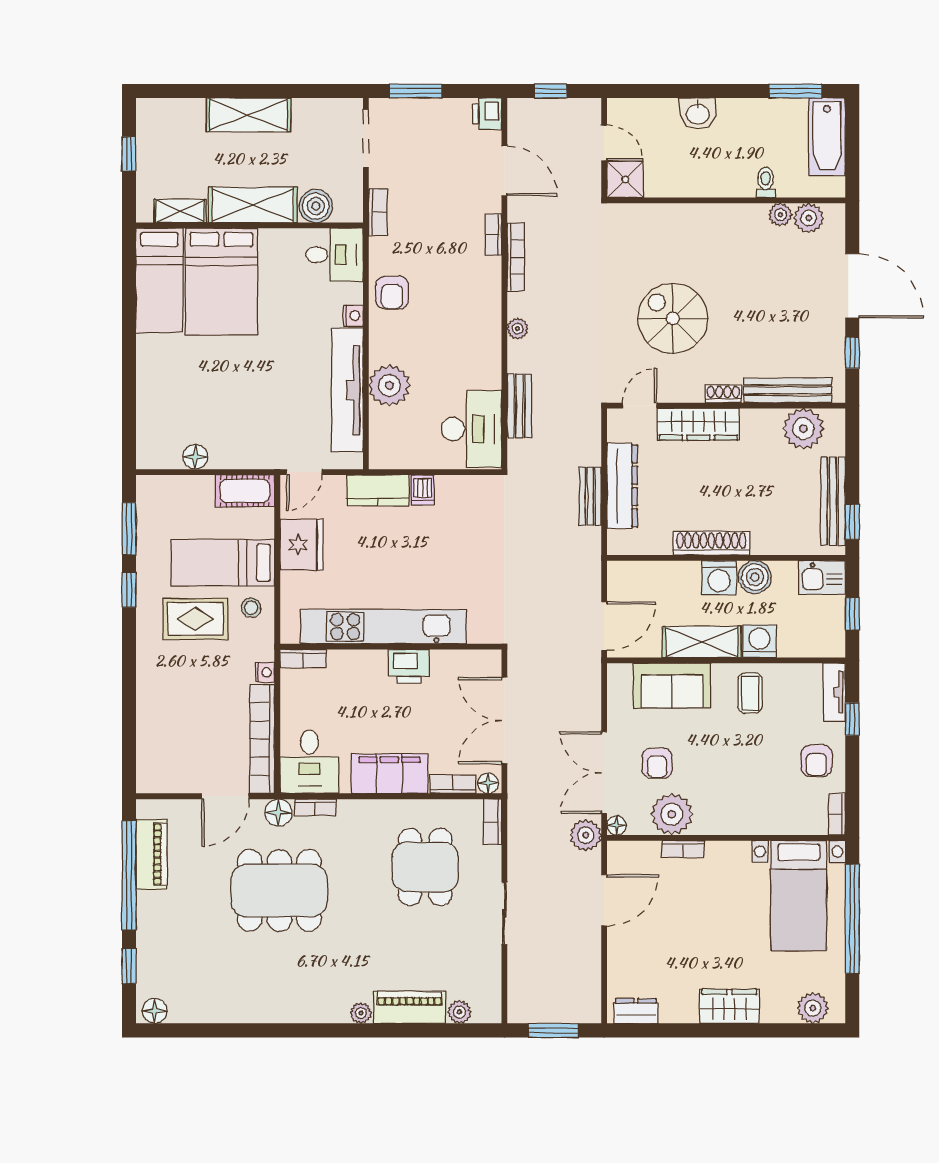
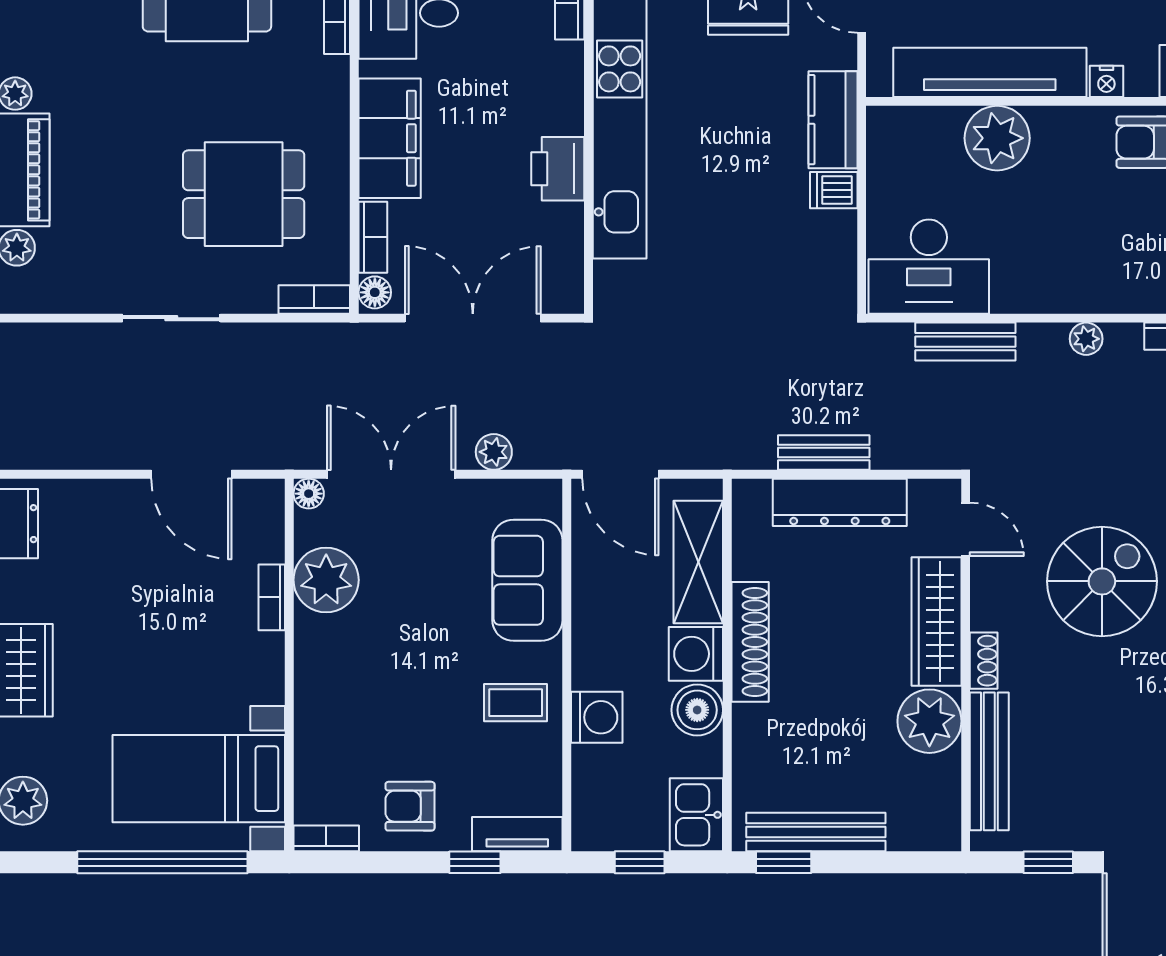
plant: (803, 429) -> (929, 721), moved
shelving: (702, 642) -> (698, 562), moved
armchair: (657, 763) -> (406, 557), removed
plant: (586, 835) -> (494, 452), moved, width x0.73, depth x0.73

